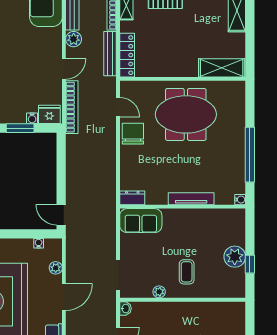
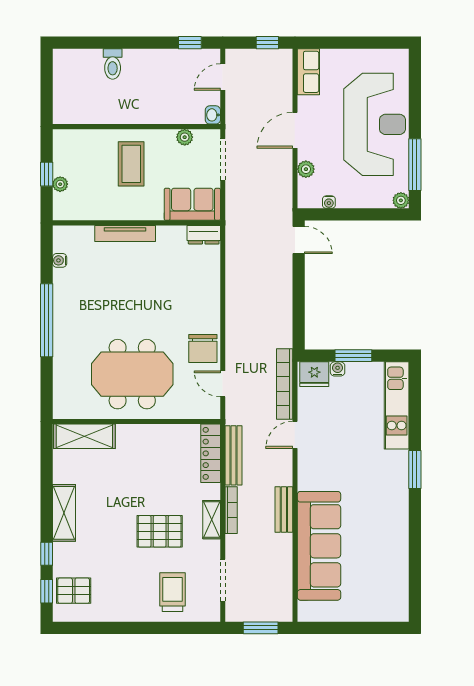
plant: (74, 39) -> (282, 475), removed
dresser: (132, 198) -> (204, 235), moved
tv unit: (191, 199) -> (125, 234), moved
wall: (183, 207) -> (136, 223), moved
sofa: (141, 221) -> (192, 204), moved
plant: (235, 257) -> (60, 184), width x0.53, depth x0.53
coffee table: (187, 272) -> (131, 164), width x1.36, depth x1.30
plant: (159, 292) -> (185, 137), moved

